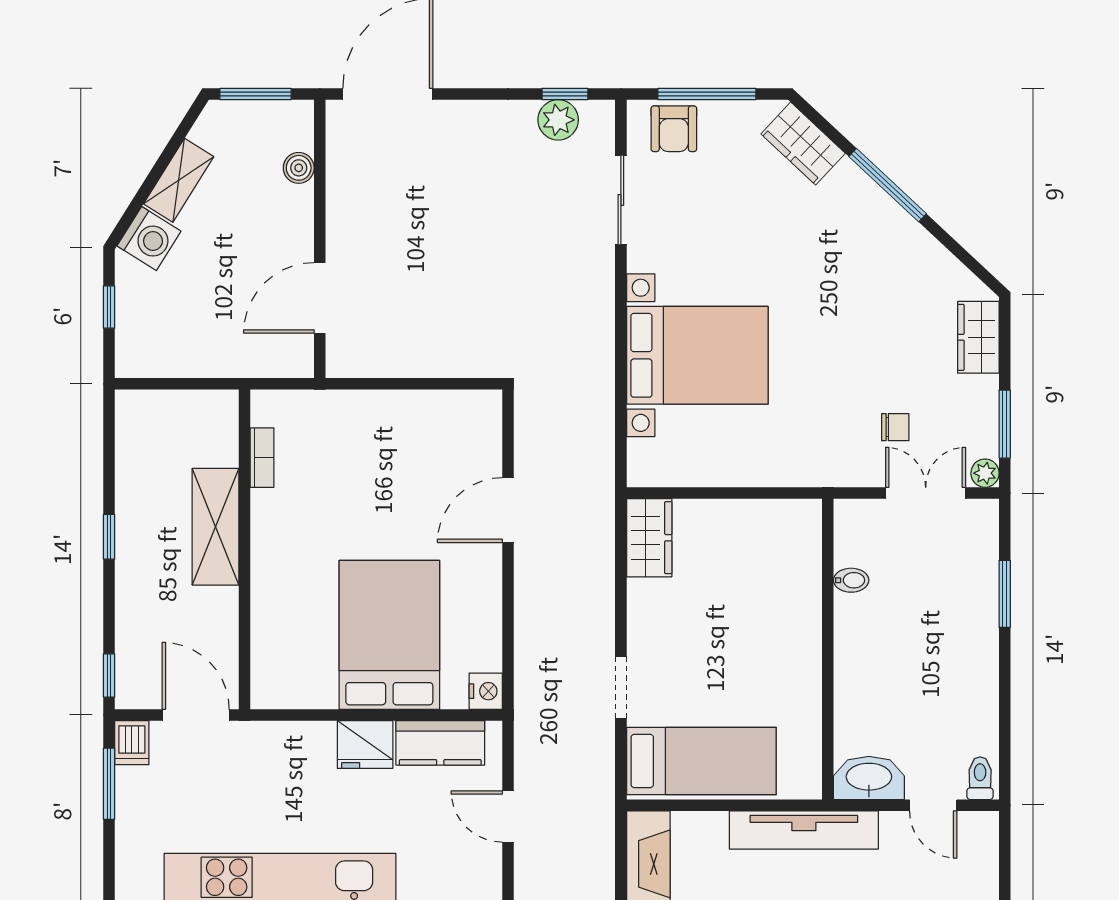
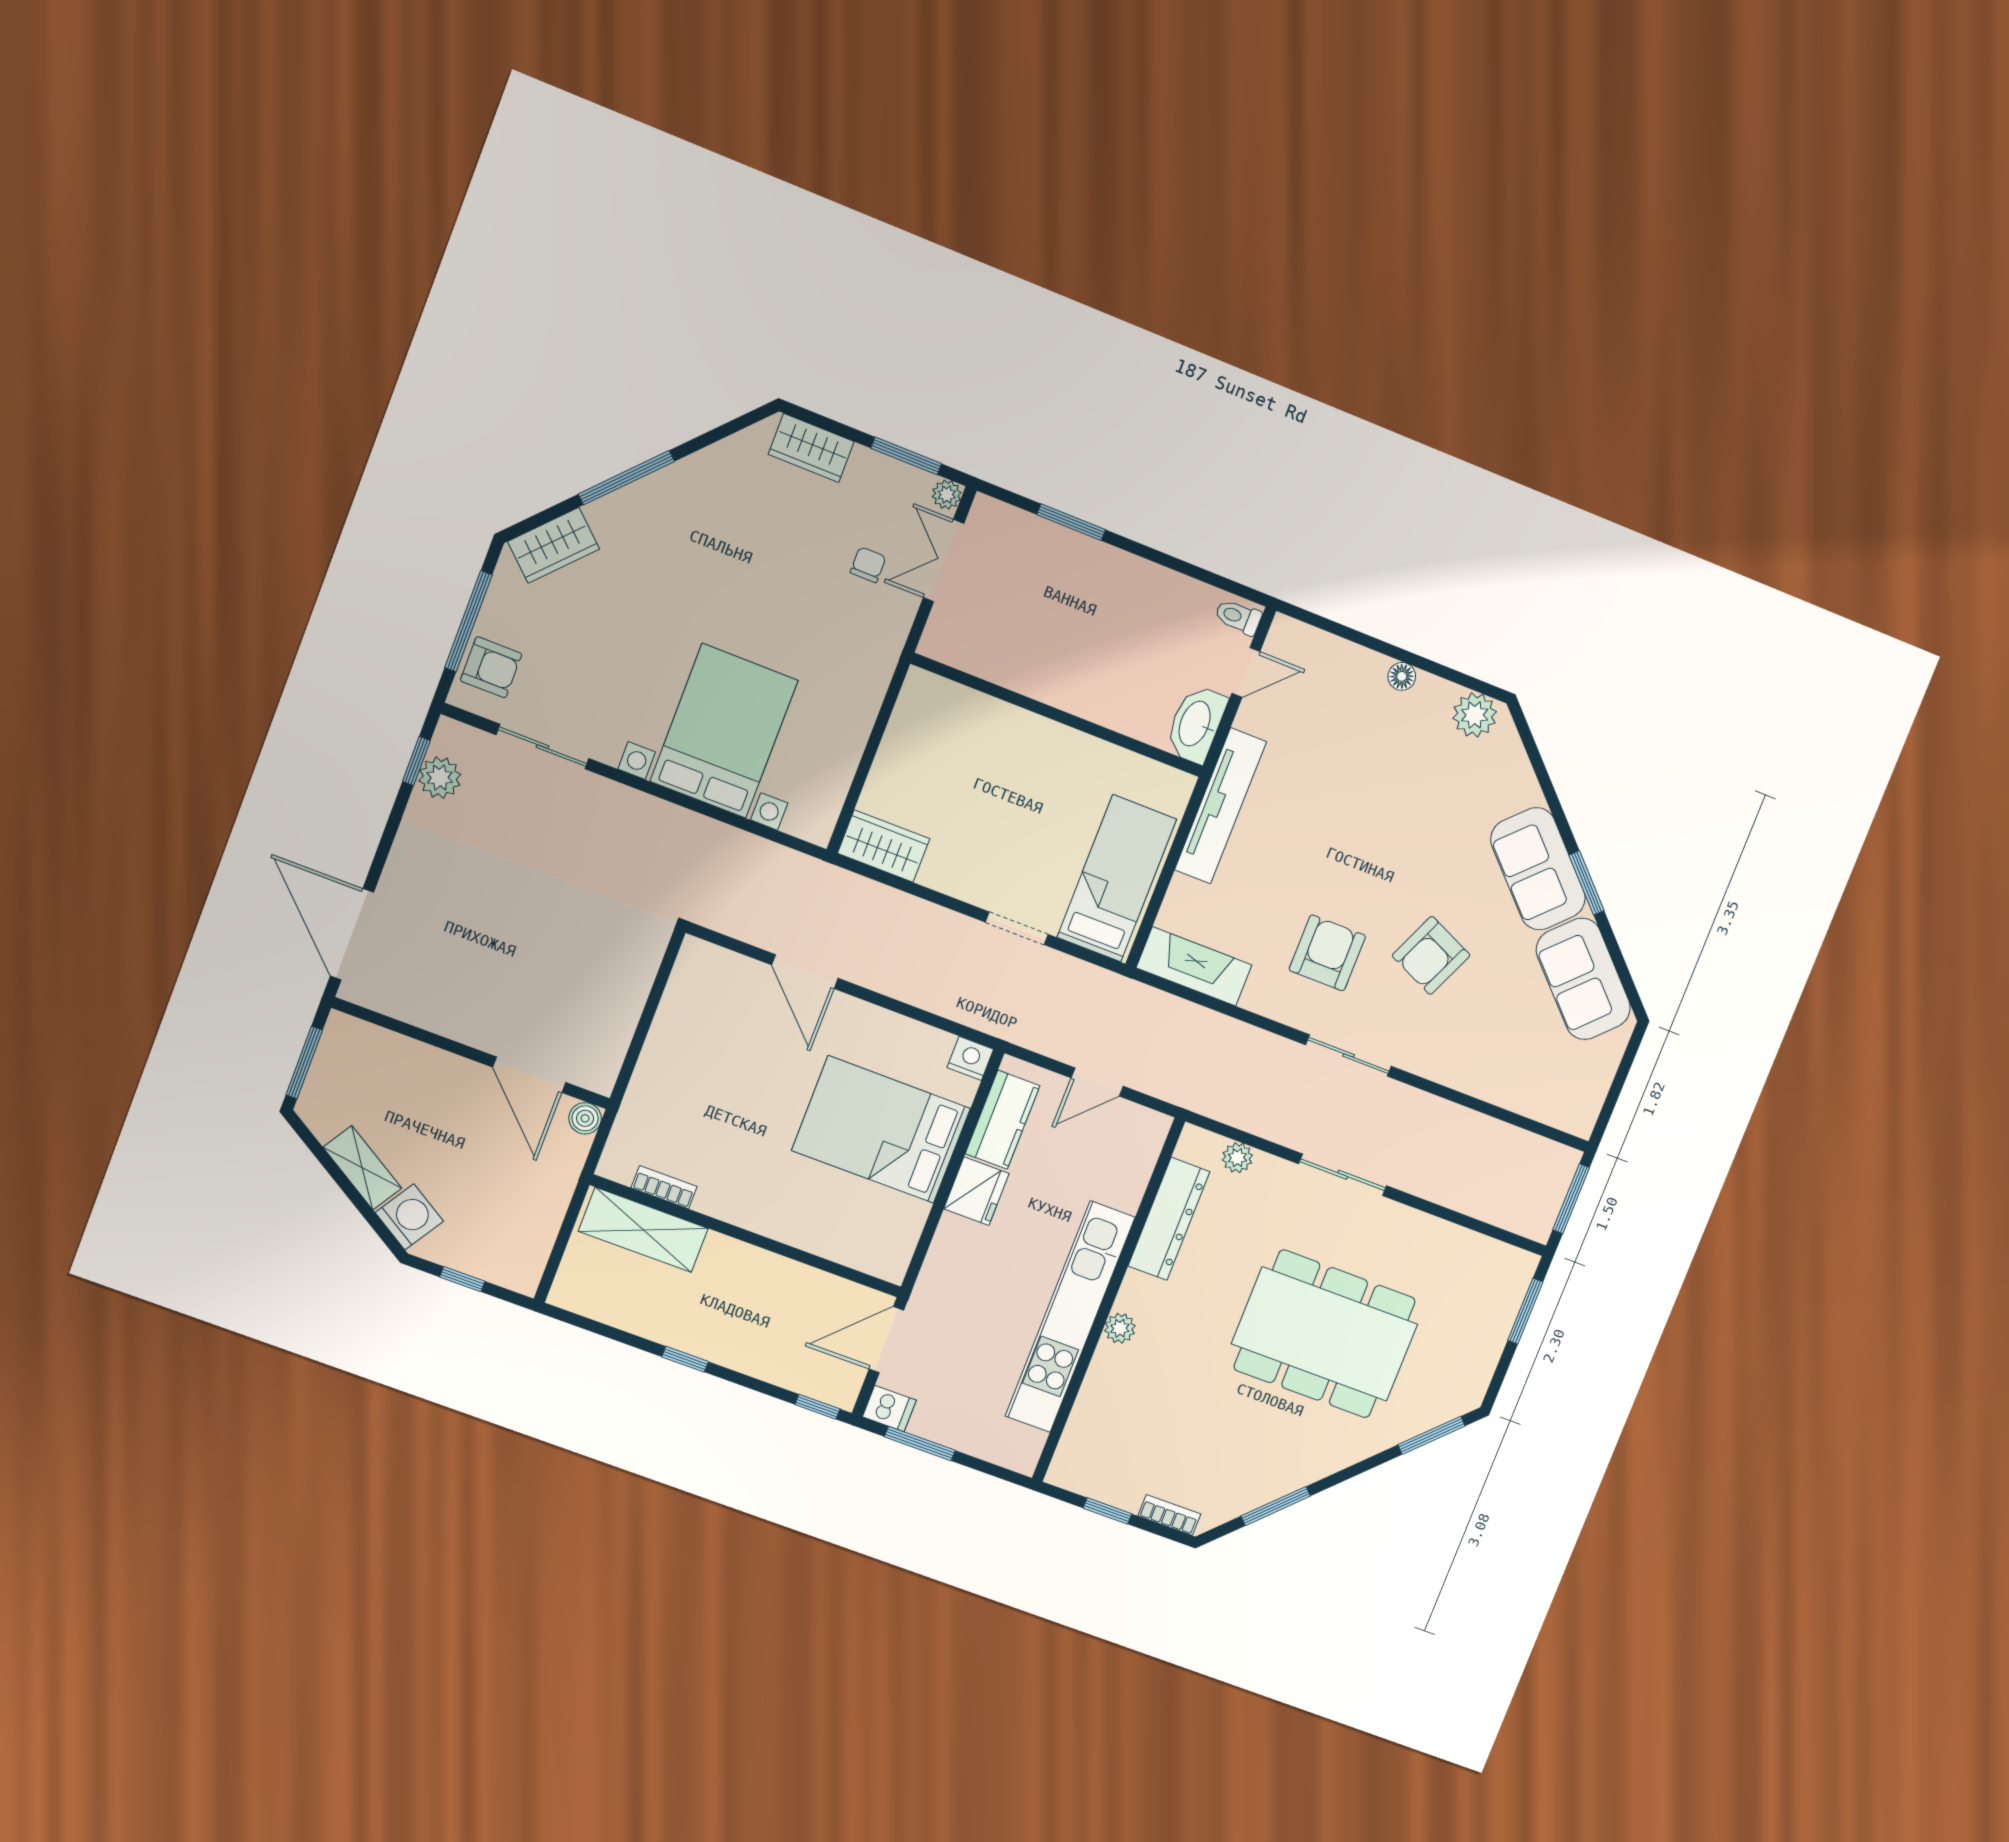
boiler: (299, 168) -> (585, 1118), moved
shelving: (216, 527) -> (643, 1230), moved
bidet: (851, 580) -> (1000, 667), removed

